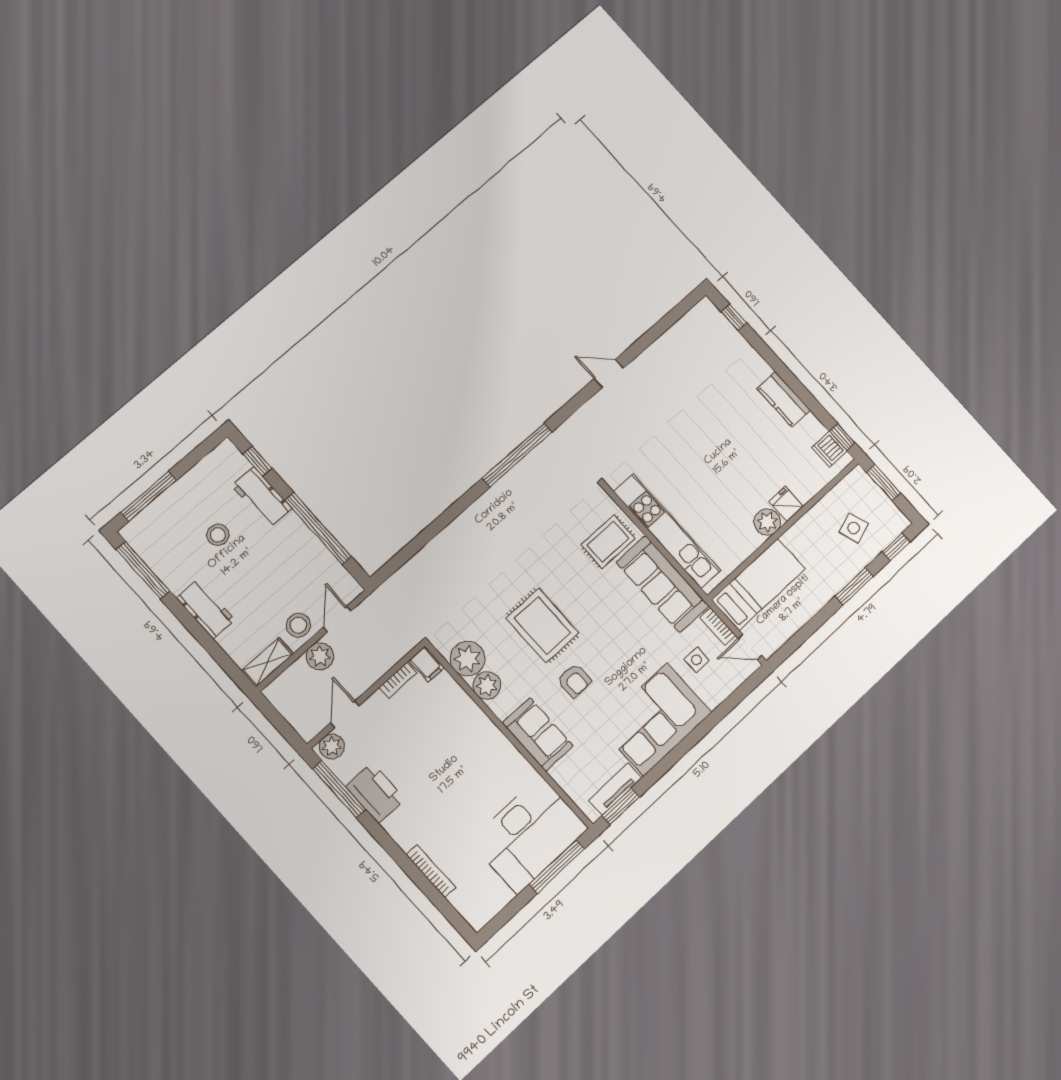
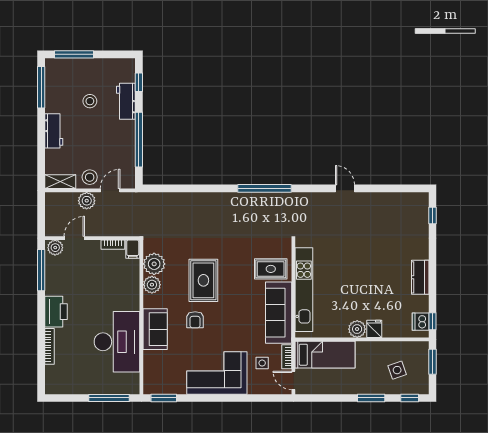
tv unit: (615, 789) -> (169, 388), removed
printer: (375, 793) -> (56, 312), moved
desk: (529, 835) -> (117, 342), moved, turned -90

